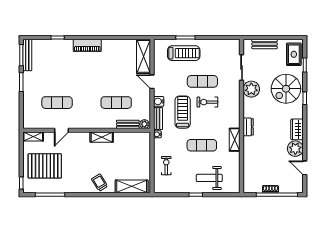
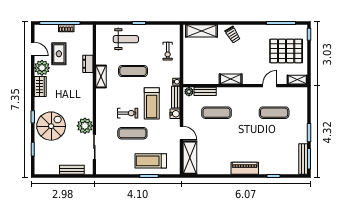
rug: (294, 54) -> (59, 54), moved
dresser: (248, 127) -> (88, 64), moved

